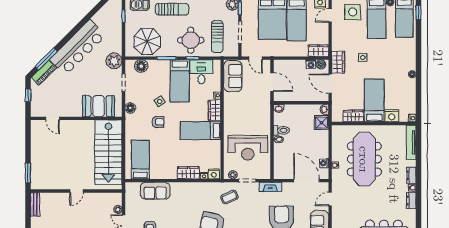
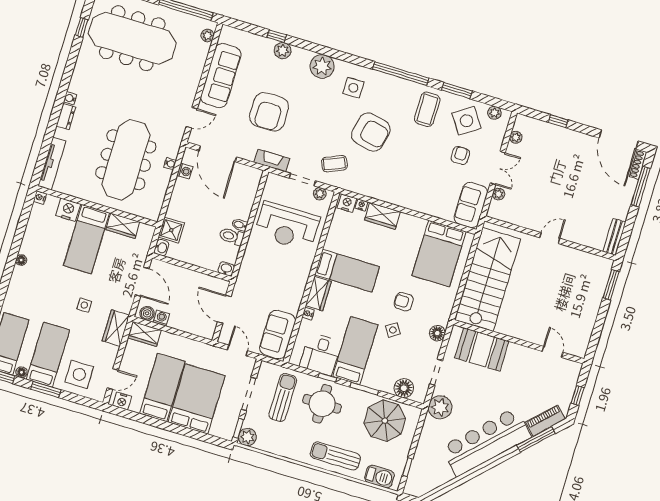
wardrobe: (338, 62) -> (116, 328), moved
reception desk: (248, 148) -> (287, 226), turned 180
bed: (140, 160) -> (439, 254), width x1.50
sofa: (155, 191) -> (471, 205), moved, turned -90
dresser: (411, 201) -> (77, 81), removed

